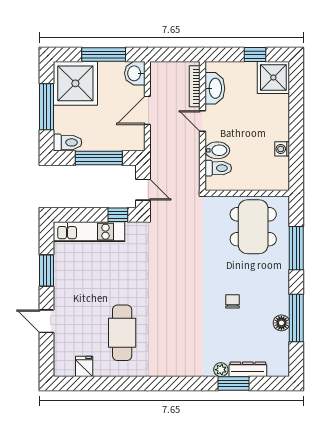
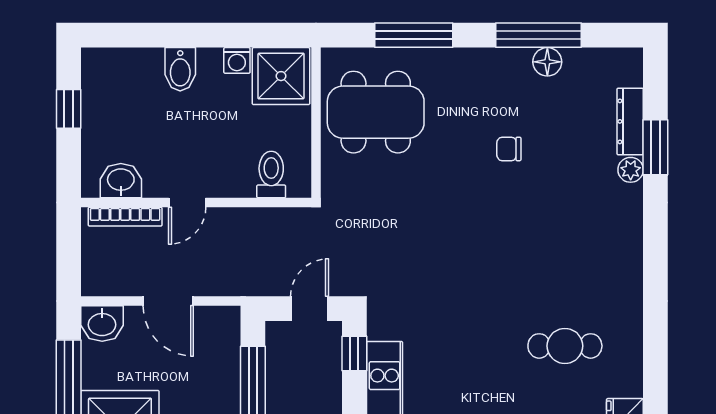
shower: (273, 78) -> (281, 76), moved
washbasin: (215, 88) -> (121, 181), width x0.72
bidet: (217, 150) -> (180, 69), moved, turned 180
cafe table: (122, 333) -> (565, 346), width x0.73, depth x0.74

